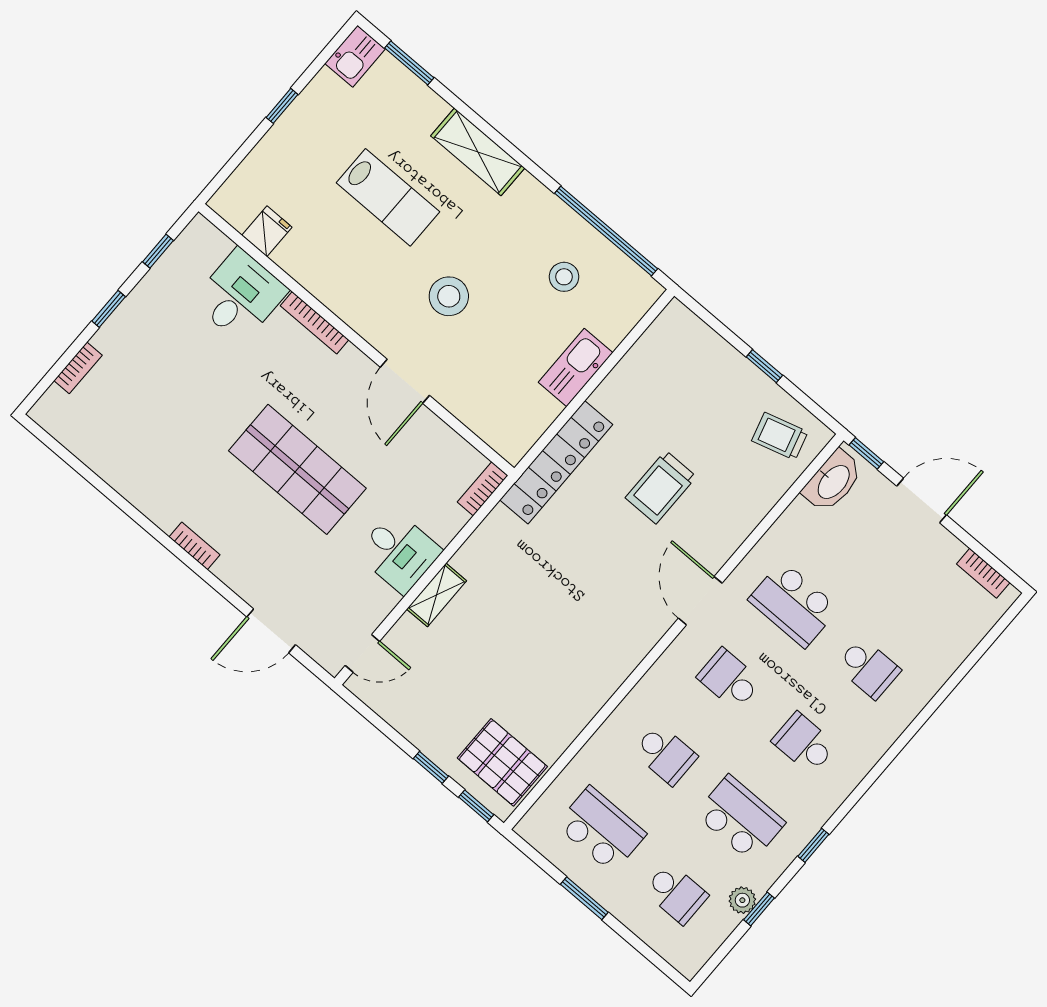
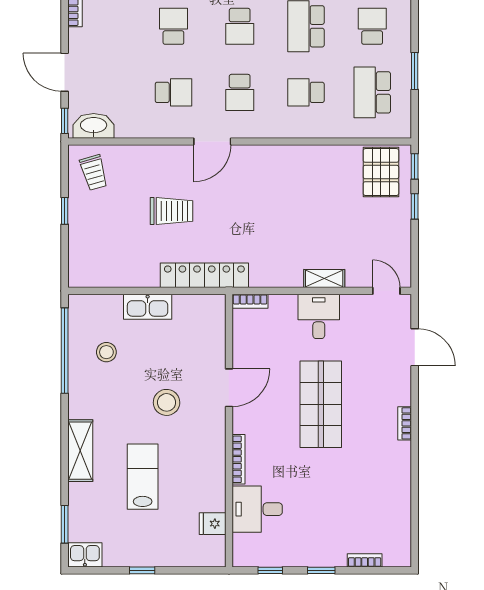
school desk: (793, 604) -> (173, 92), width x0.54
school desk: (665, 754) -> (306, 92), turned -90

